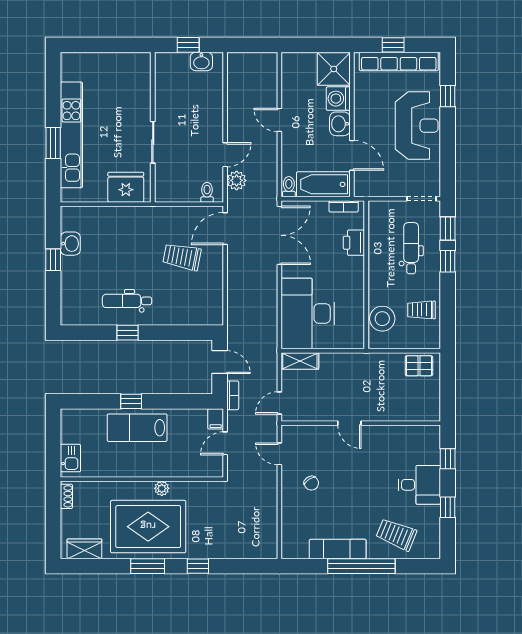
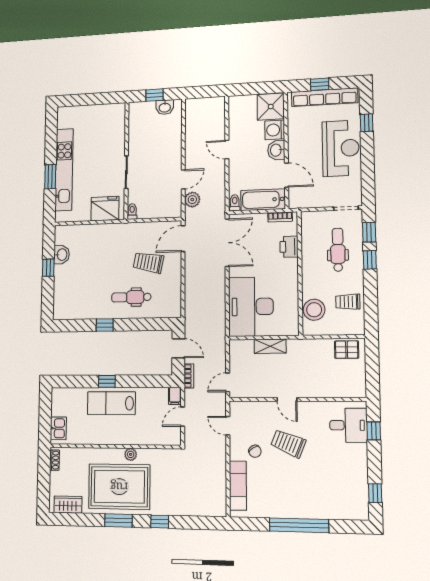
toilet: (207, 192) -> (132, 212), moved
dental chair: (127, 301) -> (131, 297), moved
shelving: (300, 361) -> (270, 346), moved
desk: (419, 485) -> (348, 425), moved
window: (448, 507) -> (375, 493), moved
trolley: (396, 534) -> (288, 443), moved
exam couch: (338, 549) -> (238, 486), moved, turned 90

